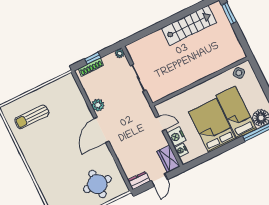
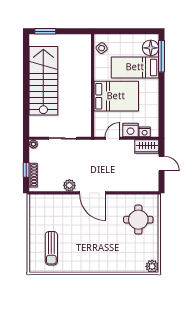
stairs: (189, 25) -> (43, 81), width x1.36, depth x1.51
bed: (212, 125) -> (116, 96), moved, turned 180
dresser: (139, 181) -> (153, 182), removed

